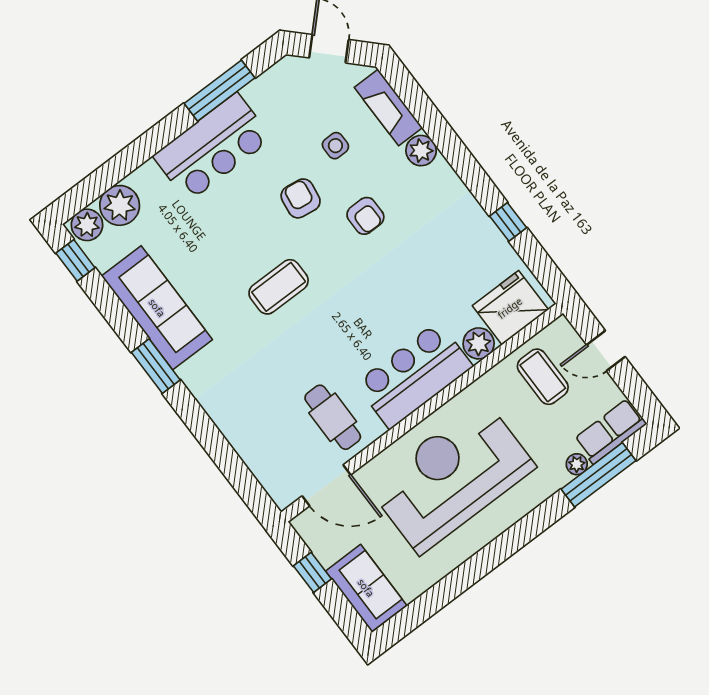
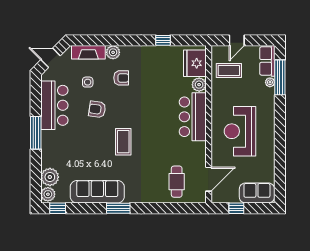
window: (220, 91) -> (36, 133), moved
bar counter: (212, 147) -> (54, 105), moved
armchair: (365, 216) -> (121, 78), moved
cafe table: (333, 417) -> (177, 182), moved, turned 90
reception desk: (452, 477) -> (240, 131), width x0.74, depth x0.77

